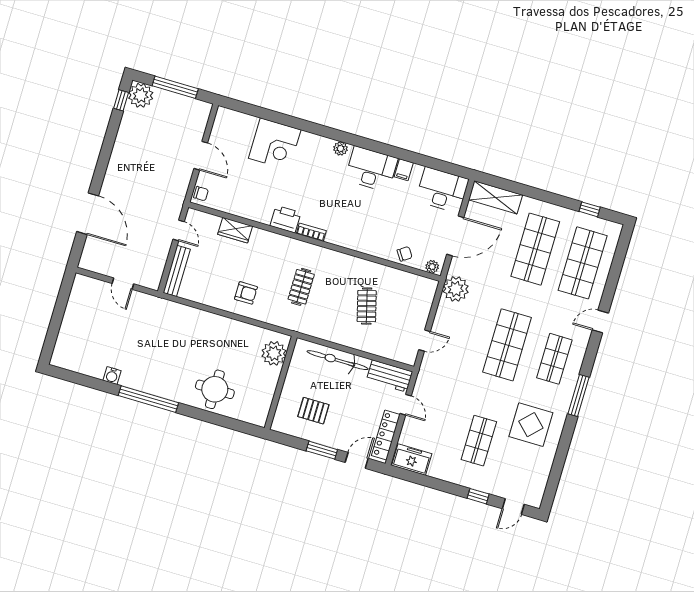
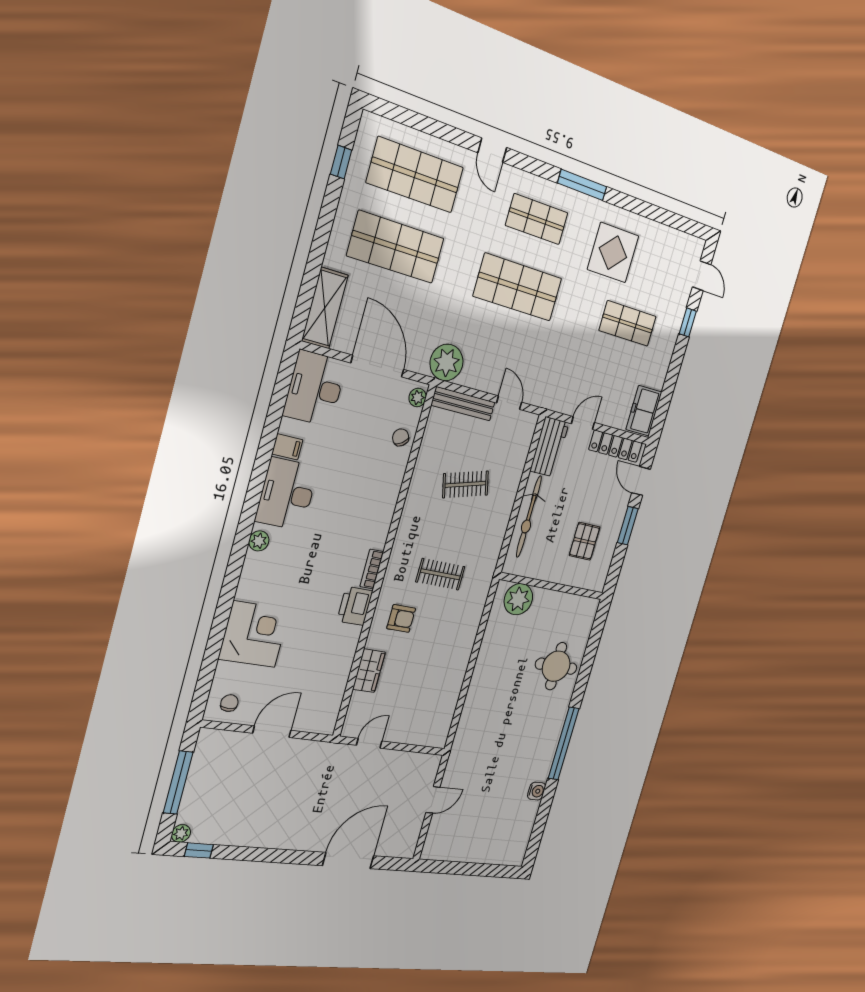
plant: (141, 95) -> (181, 833), width x0.53, depth x0.53
chair: (201, 194) -> (229, 703), moved
bench: (177, 271) -> (463, 404), moved
armchair: (246, 293) -> (401, 618), moved, turned 90

